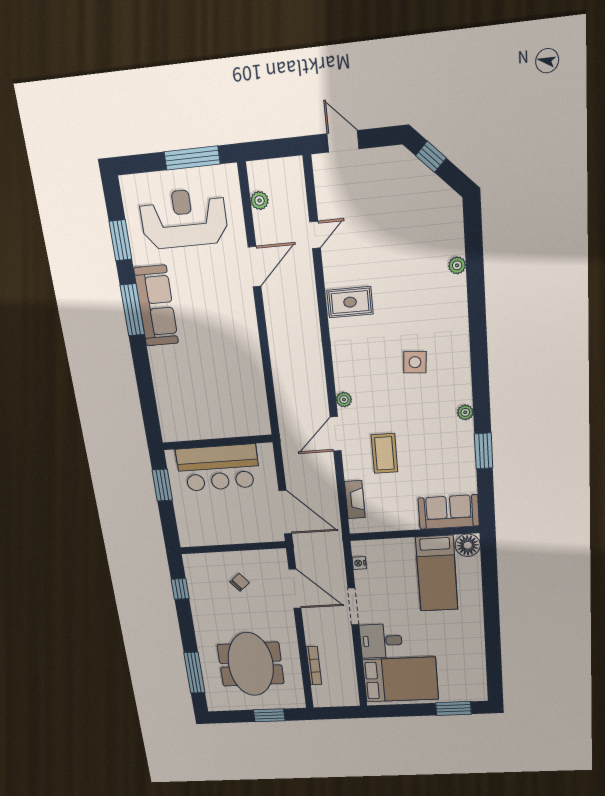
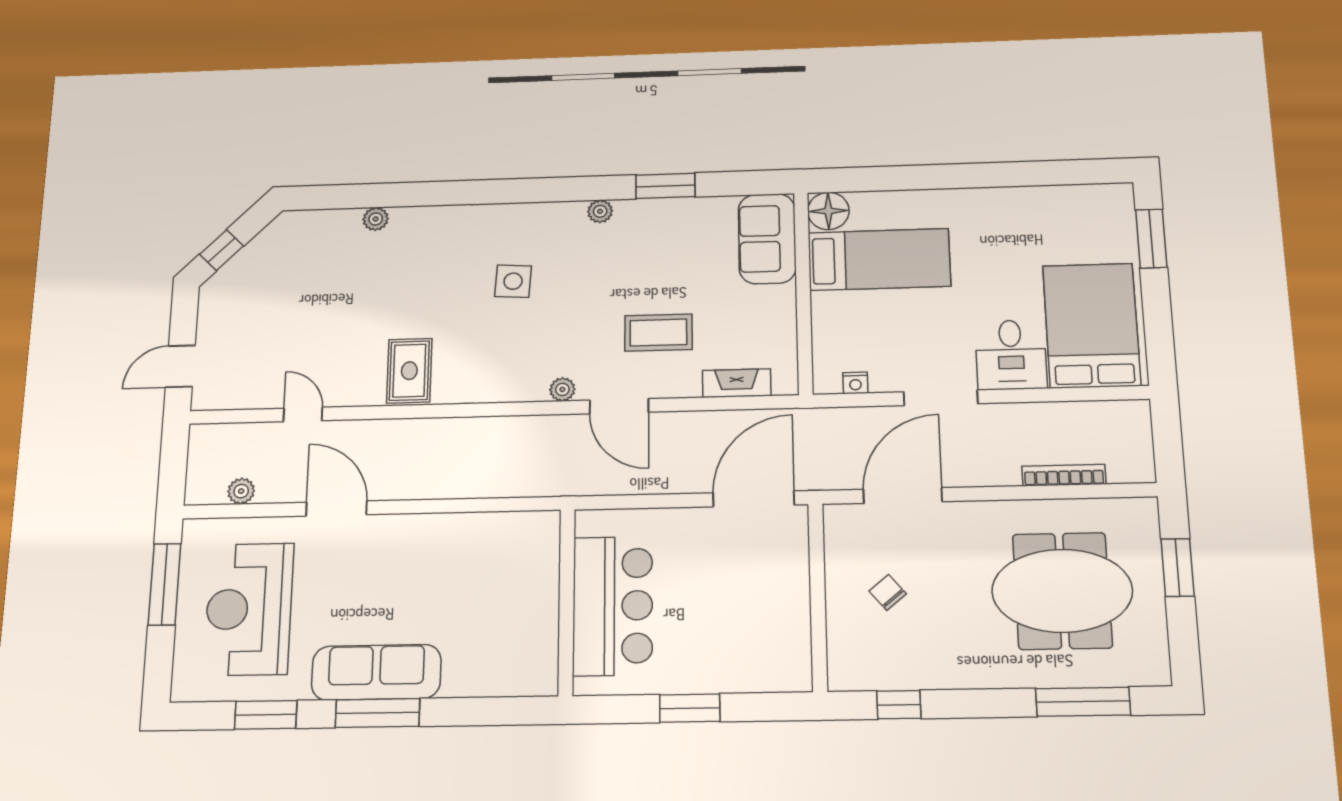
wall: (217, 442) -> (567, 602), moved
bar counter: (218, 468) -> (613, 606), moved

